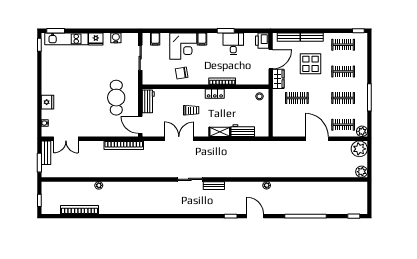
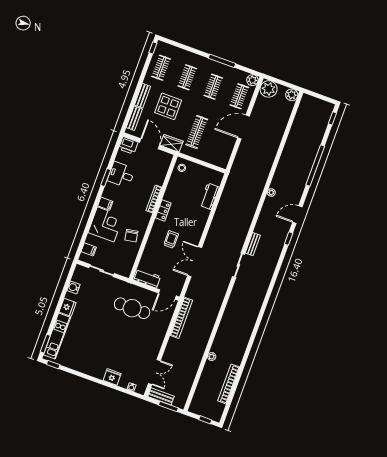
clothes rail: (297, 98) -> (197, 132), width x1.36
shelving: (220, 132) -> (202, 219), removed

